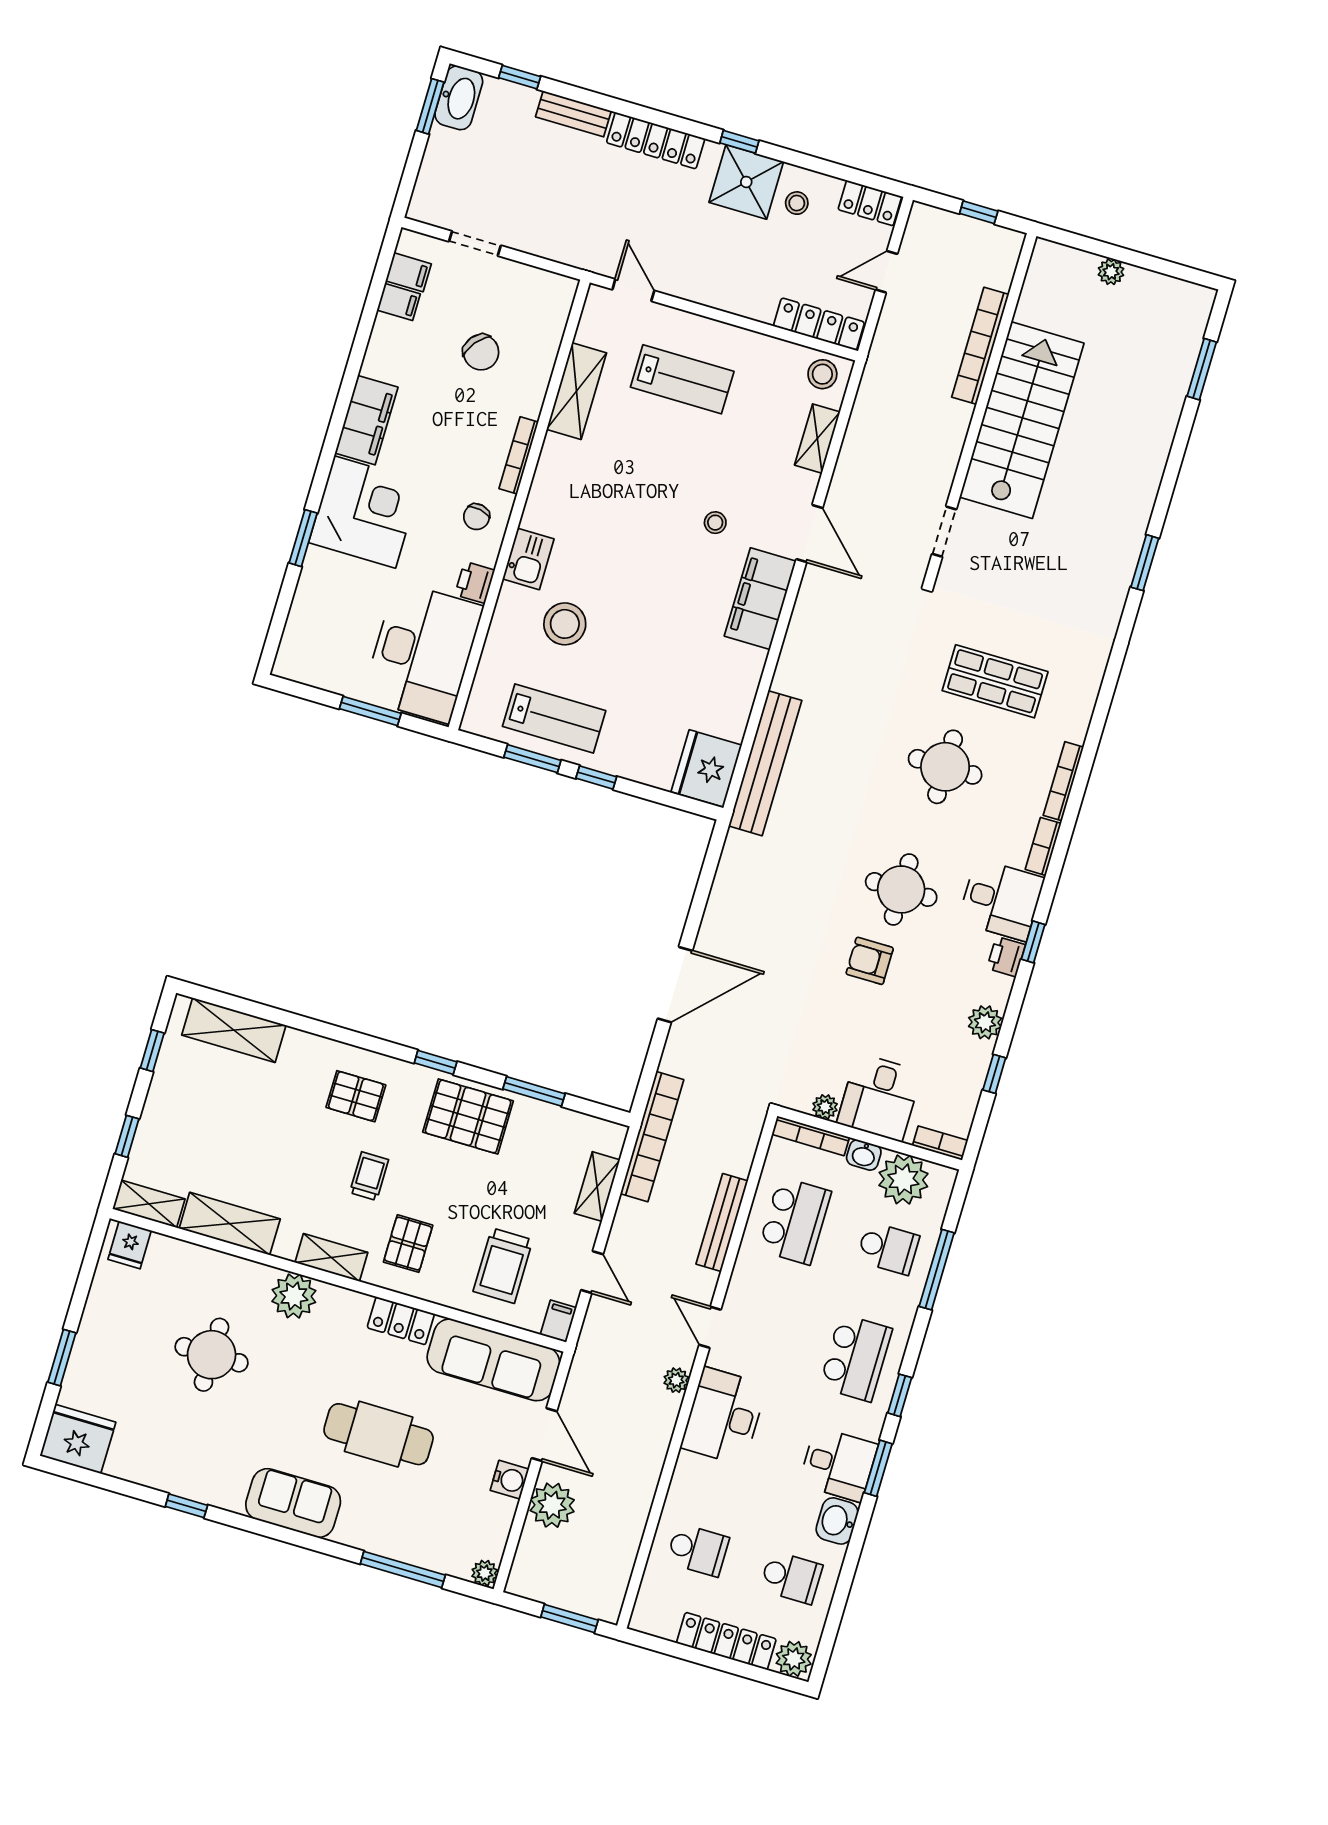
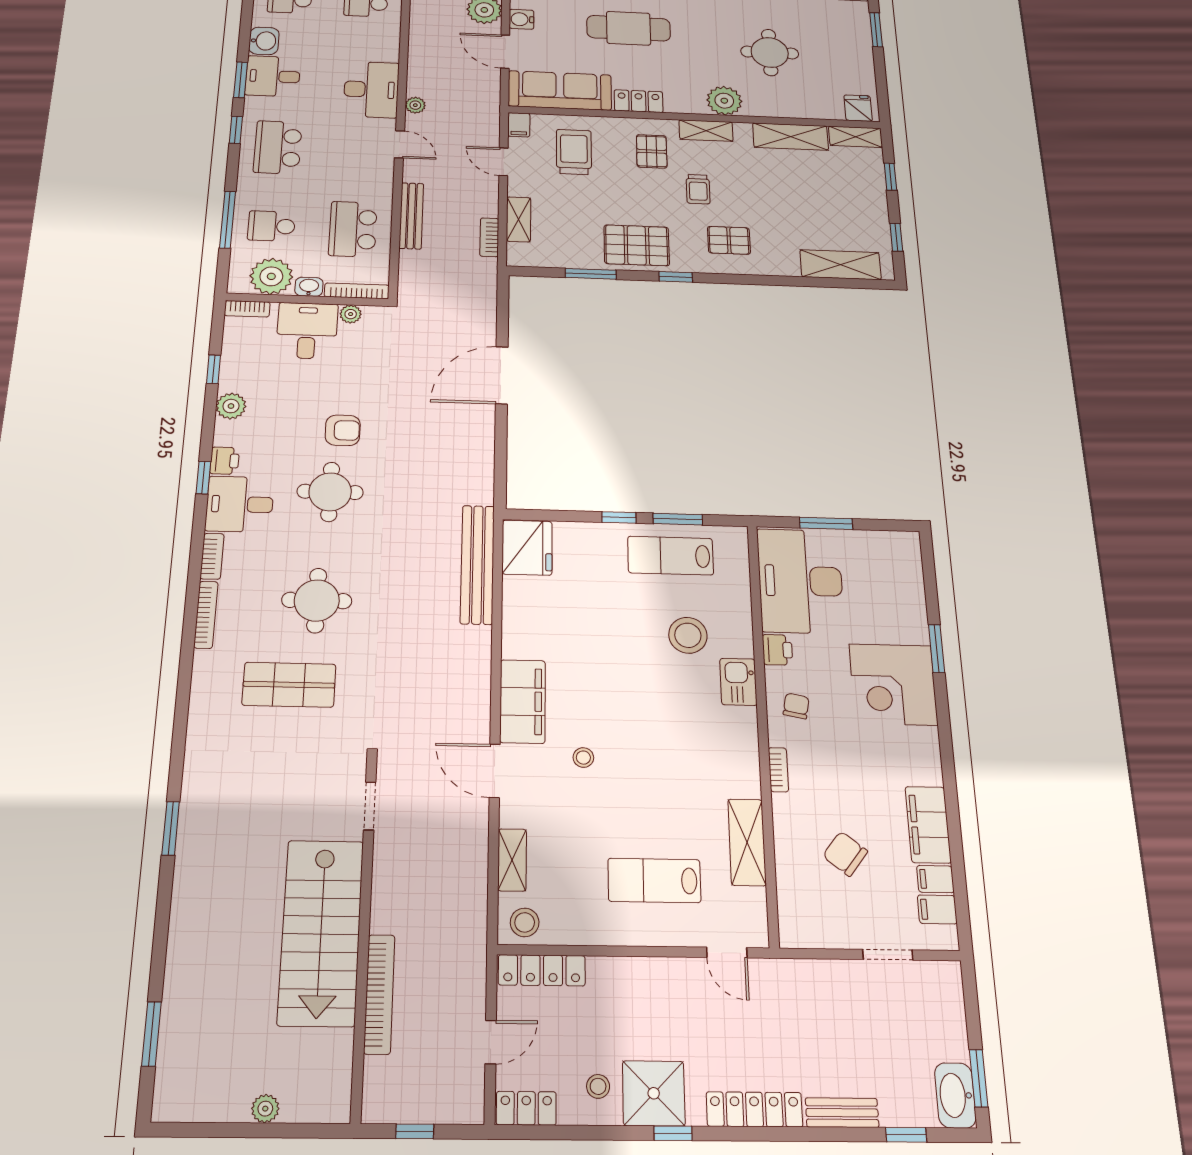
filing cabinet: (366, 420) -> (928, 825), moved
bookcase: (519, 455) -> (778, 770), width x0.64
bookcase: (652, 1137) -> (489, 237), width x0.43, depth x0.76

